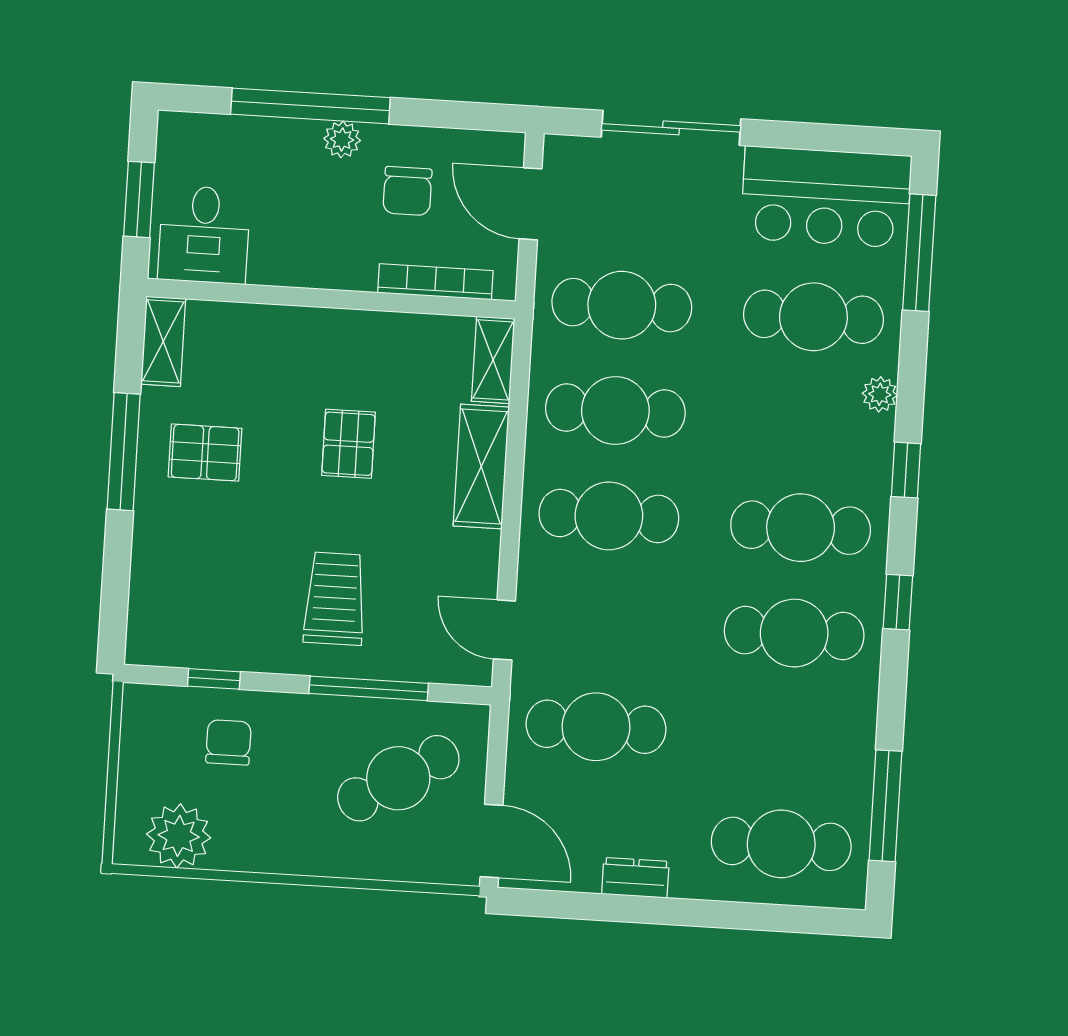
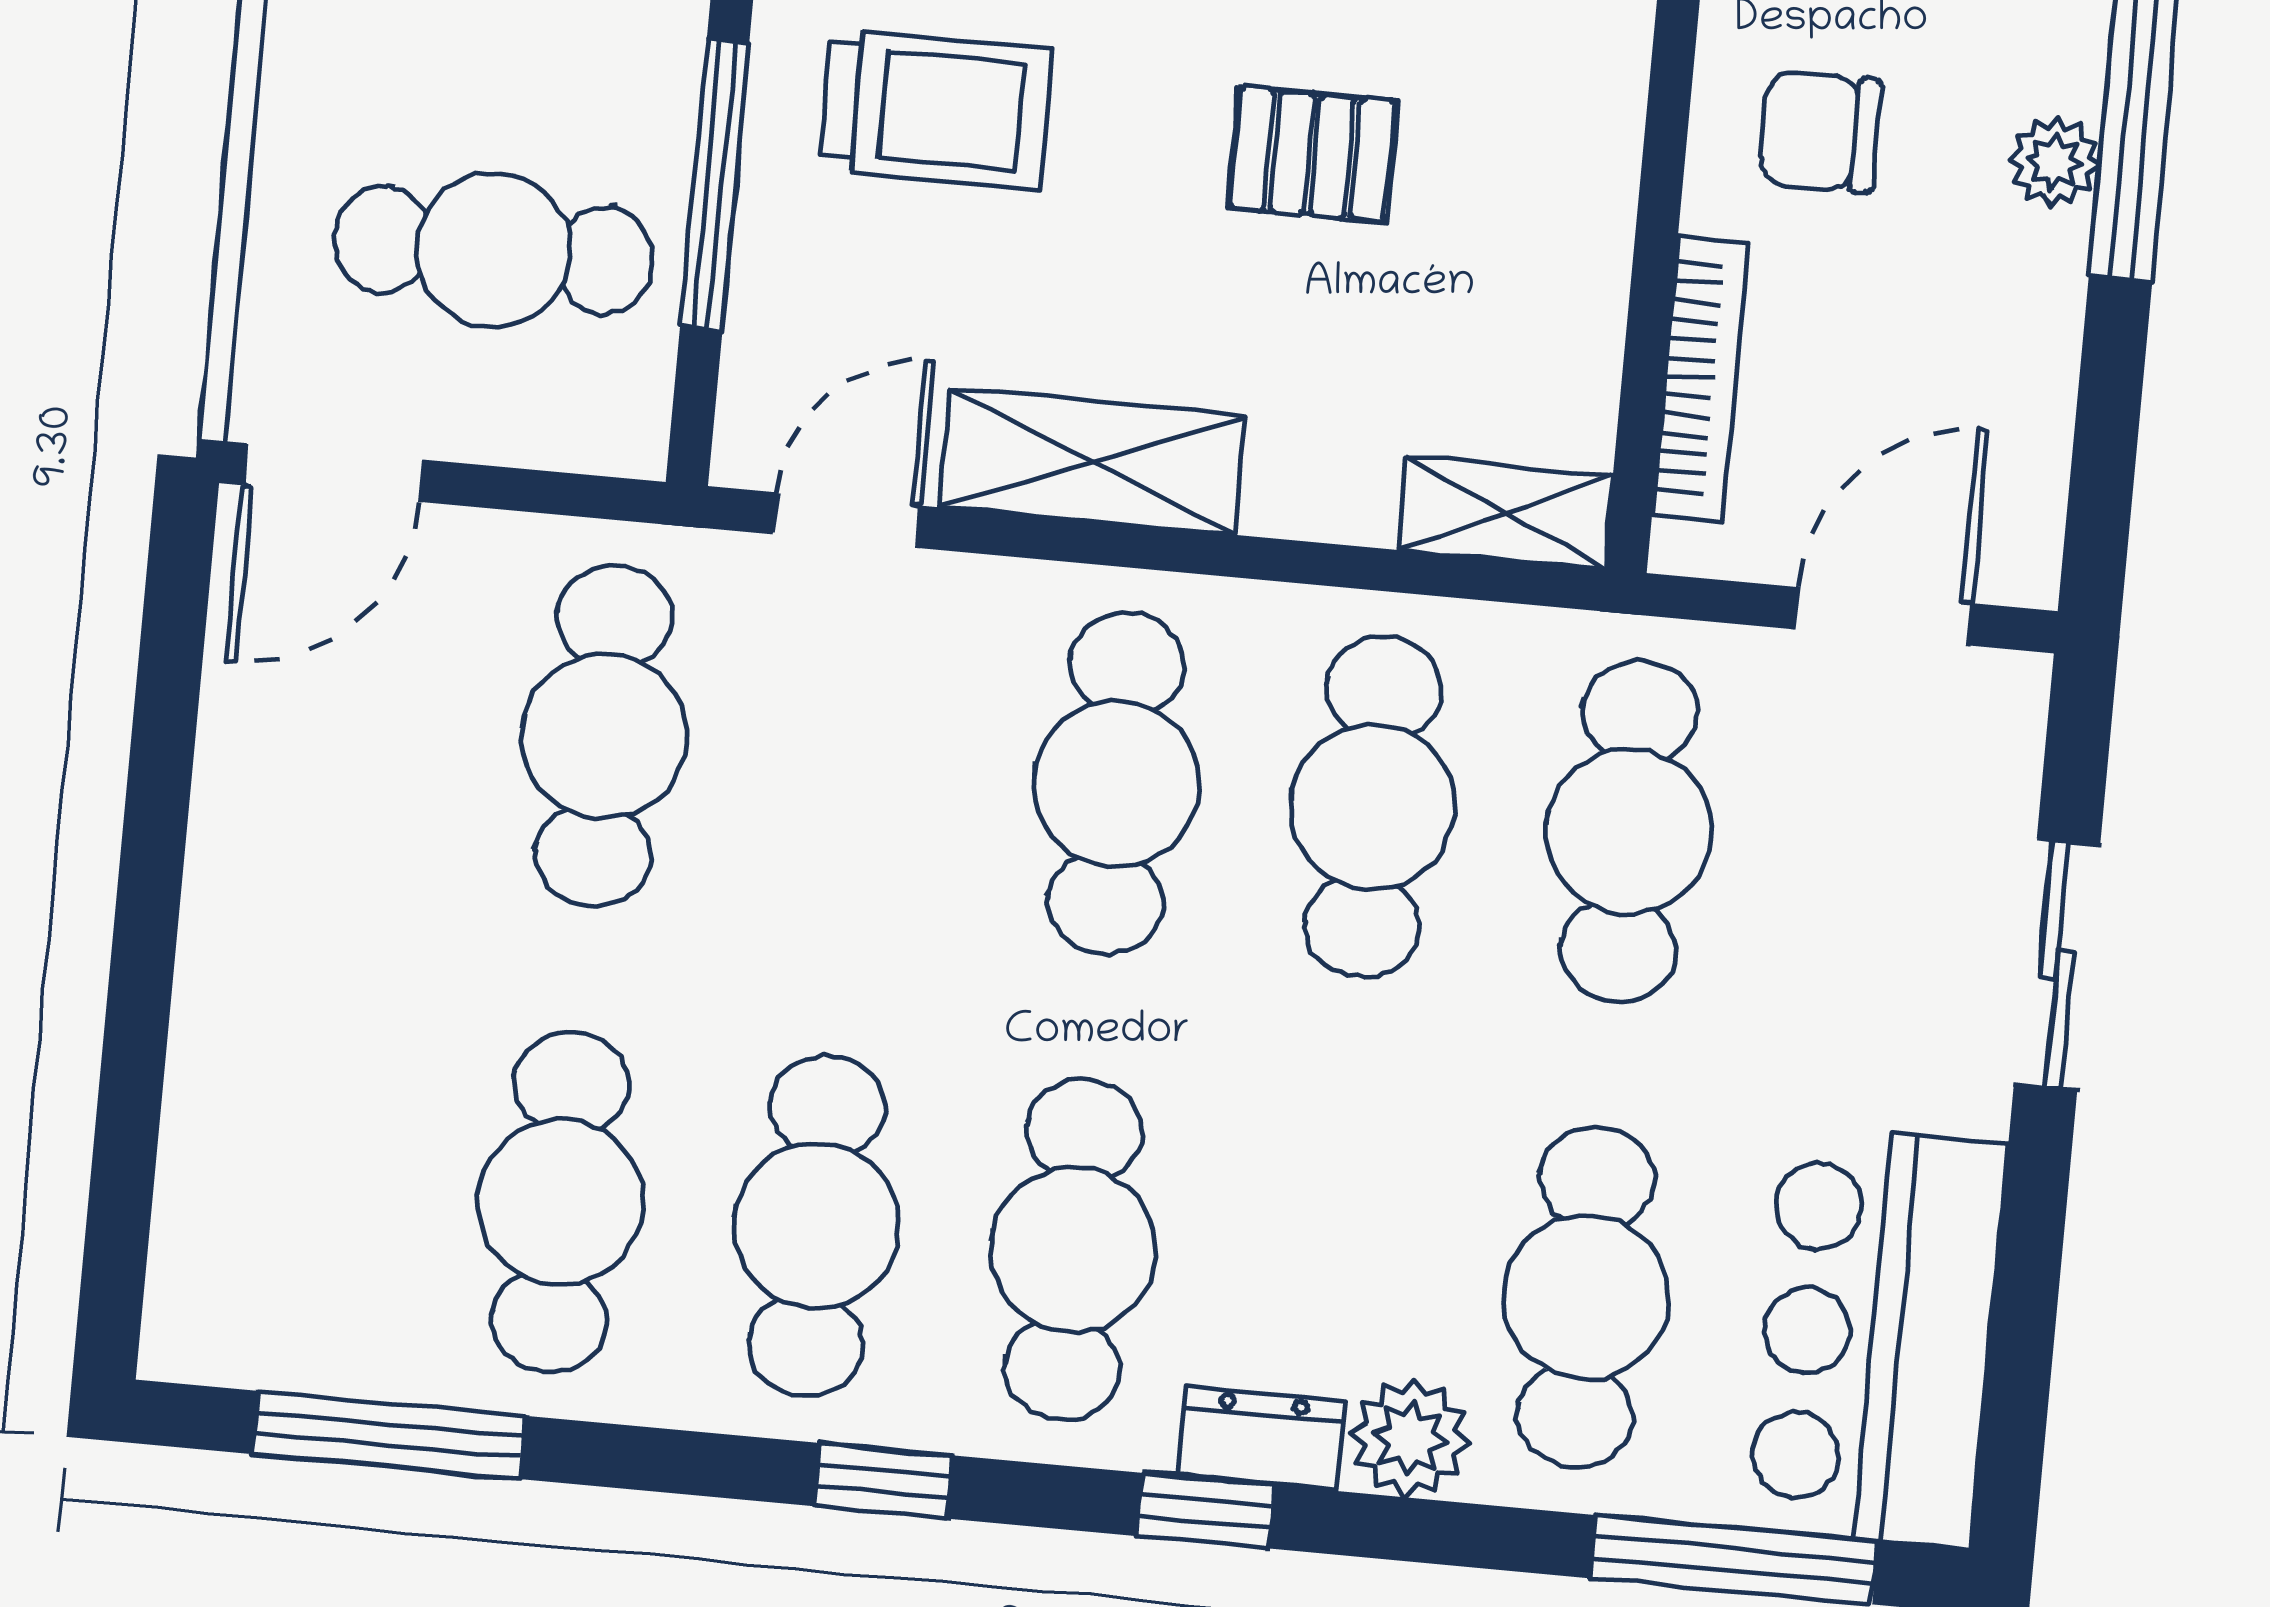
sliding door: (671, 128) -> (2057, 965), width x0.73
chair: (407, 191) -> (1821, 132), moved
plant: (880, 394) -> (1410, 1438), width x1.38, depth x1.38
shelving: (481, 466) -> (1092, 462), moved
cafe table: (398, 778) -> (493, 250), turned -59
cafe table: (781, 844) -> (560, 1202), moved
dresser: (635, 878) -> (1261, 1439), moved, turned -90

